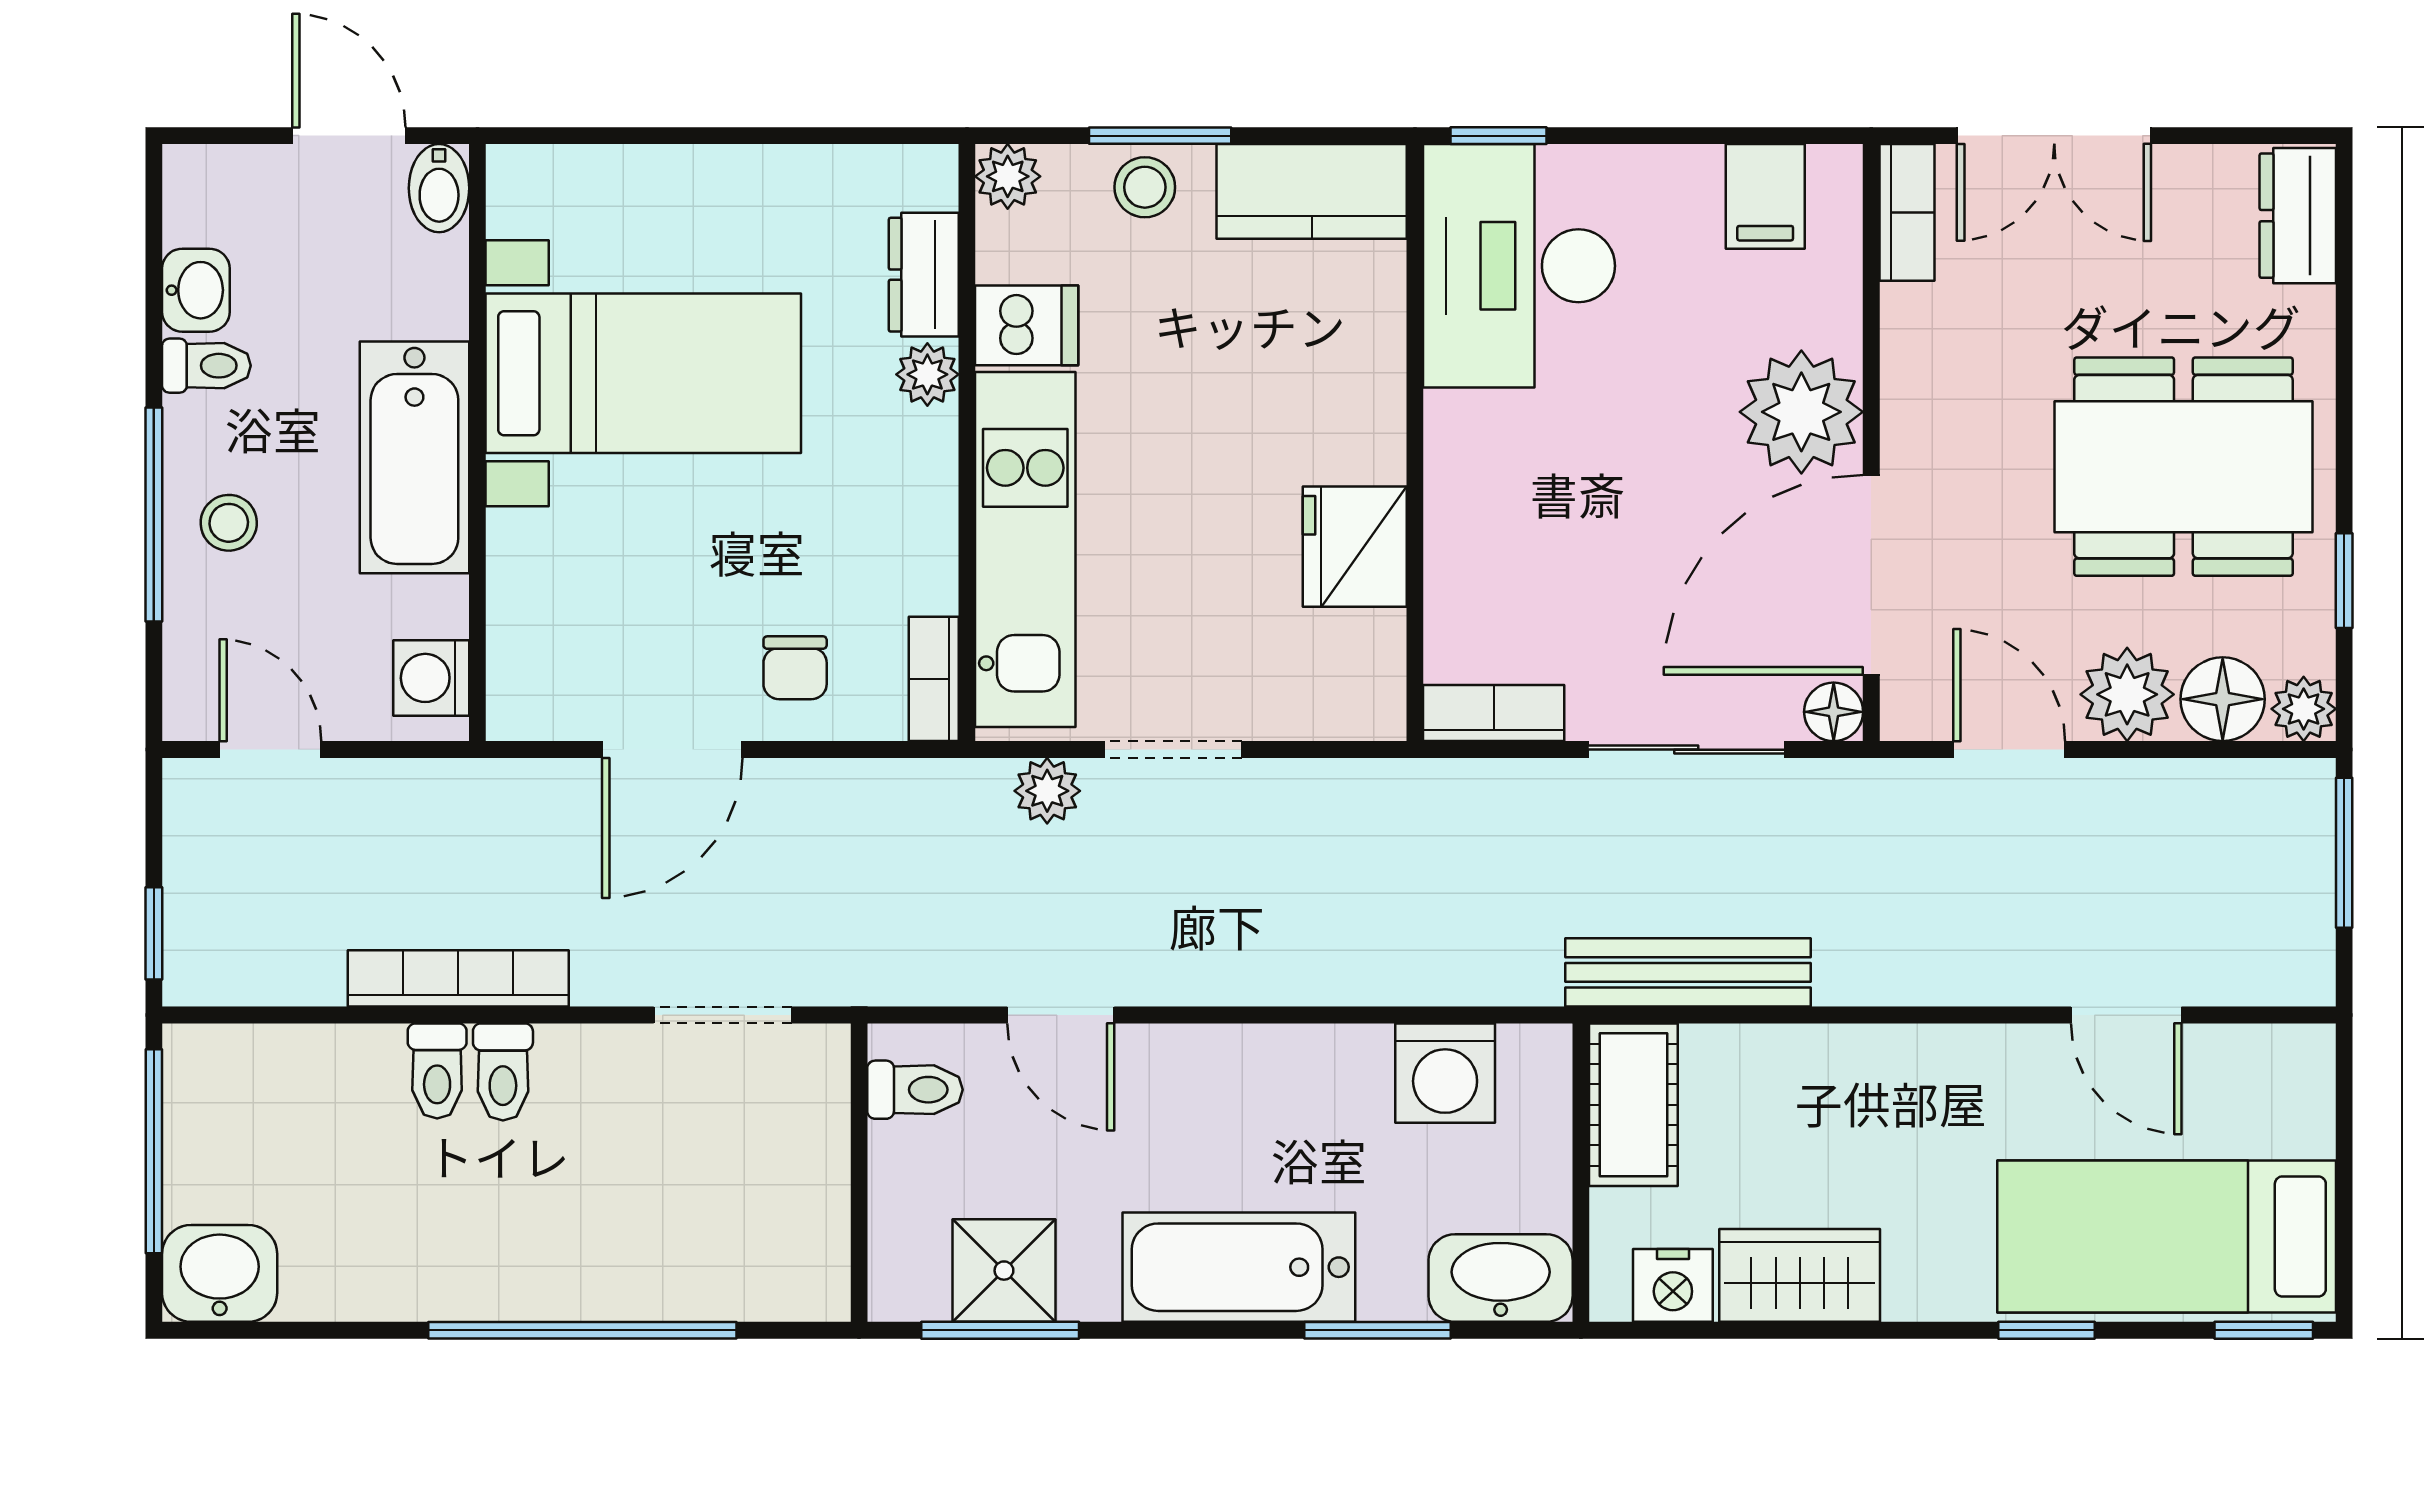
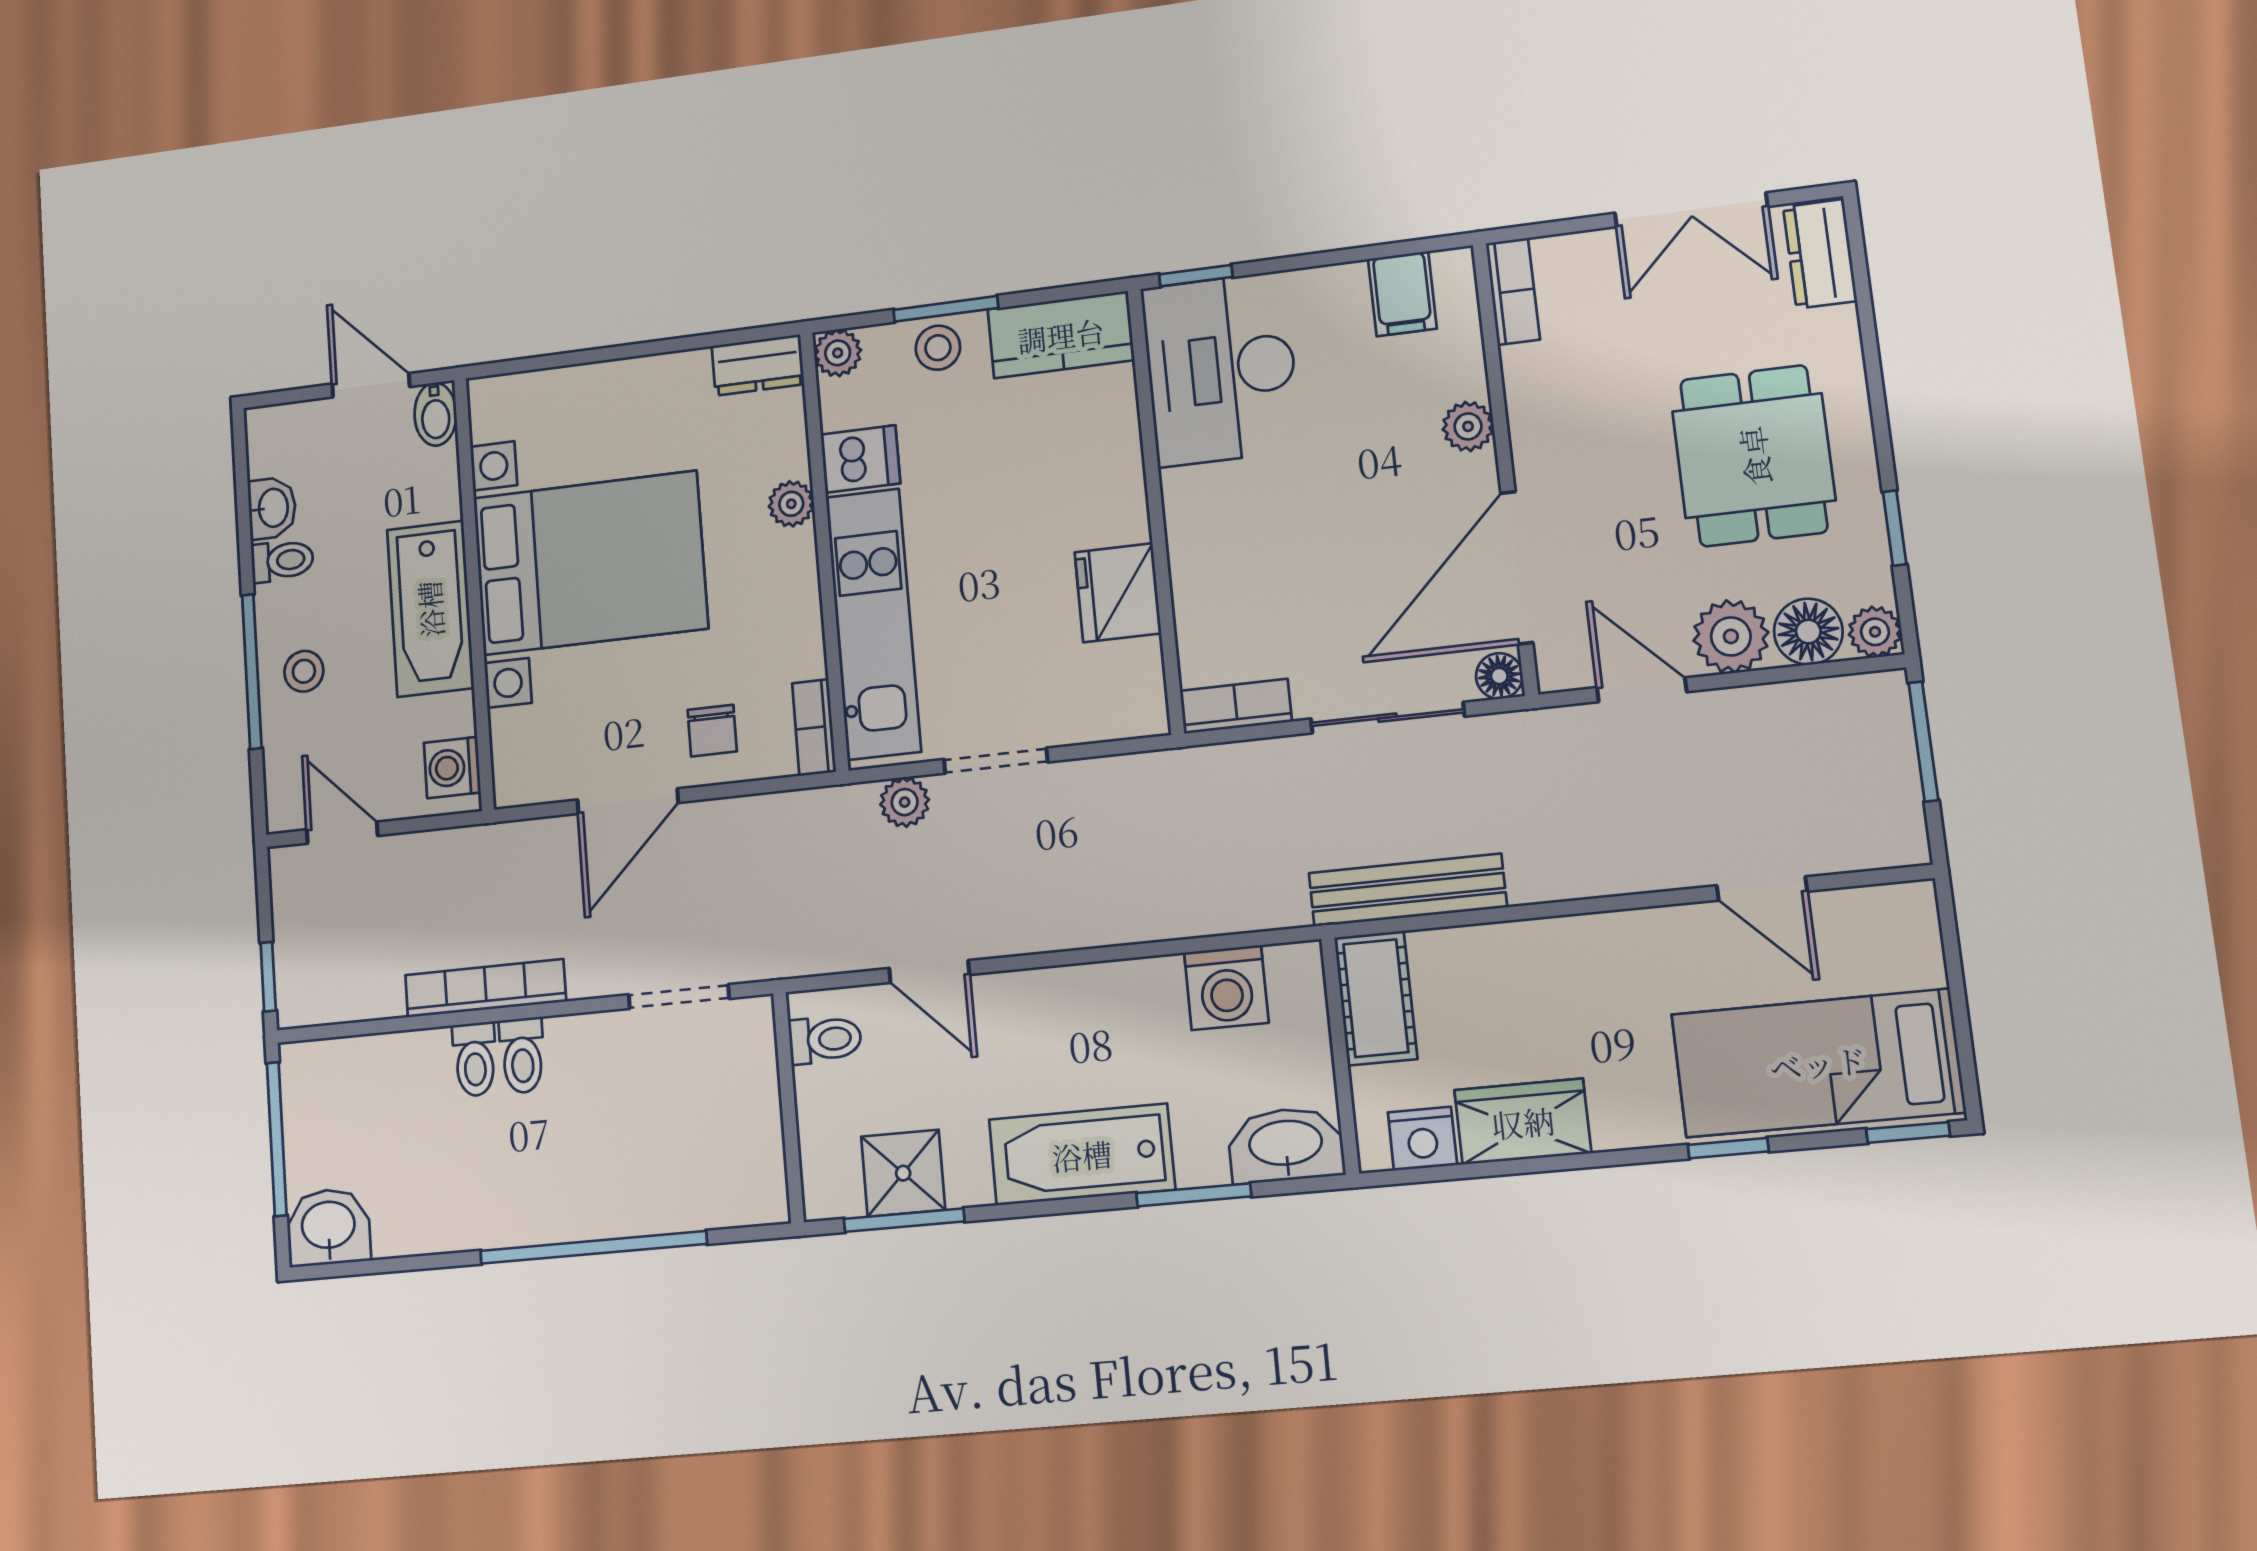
double door: (2054, 136) -> (1691, 210), moved
dresser: (924, 275) -> (758, 365), moved, turned -90
bed with nightstands: (643, 373) -> (590, 563), width x1.36
plant: (1801, 412) -> (1468, 426), width x0.53, depth x0.53
dining table: (2183, 467) -> (1754, 456), width x0.73

